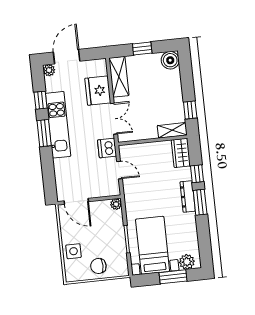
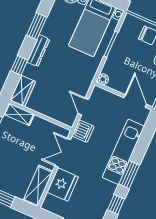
kitchen unit: (58, 125) -> (123, 152), moved
window: (200, 202) -> (37, 26), moved

